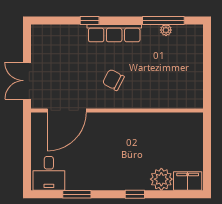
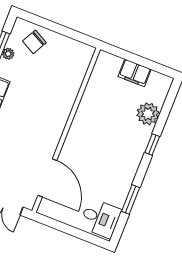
chair: (113, 80) -> (34, 42), moved
filing cabinet: (188, 181) -> (135, 73), moved, turned -90

